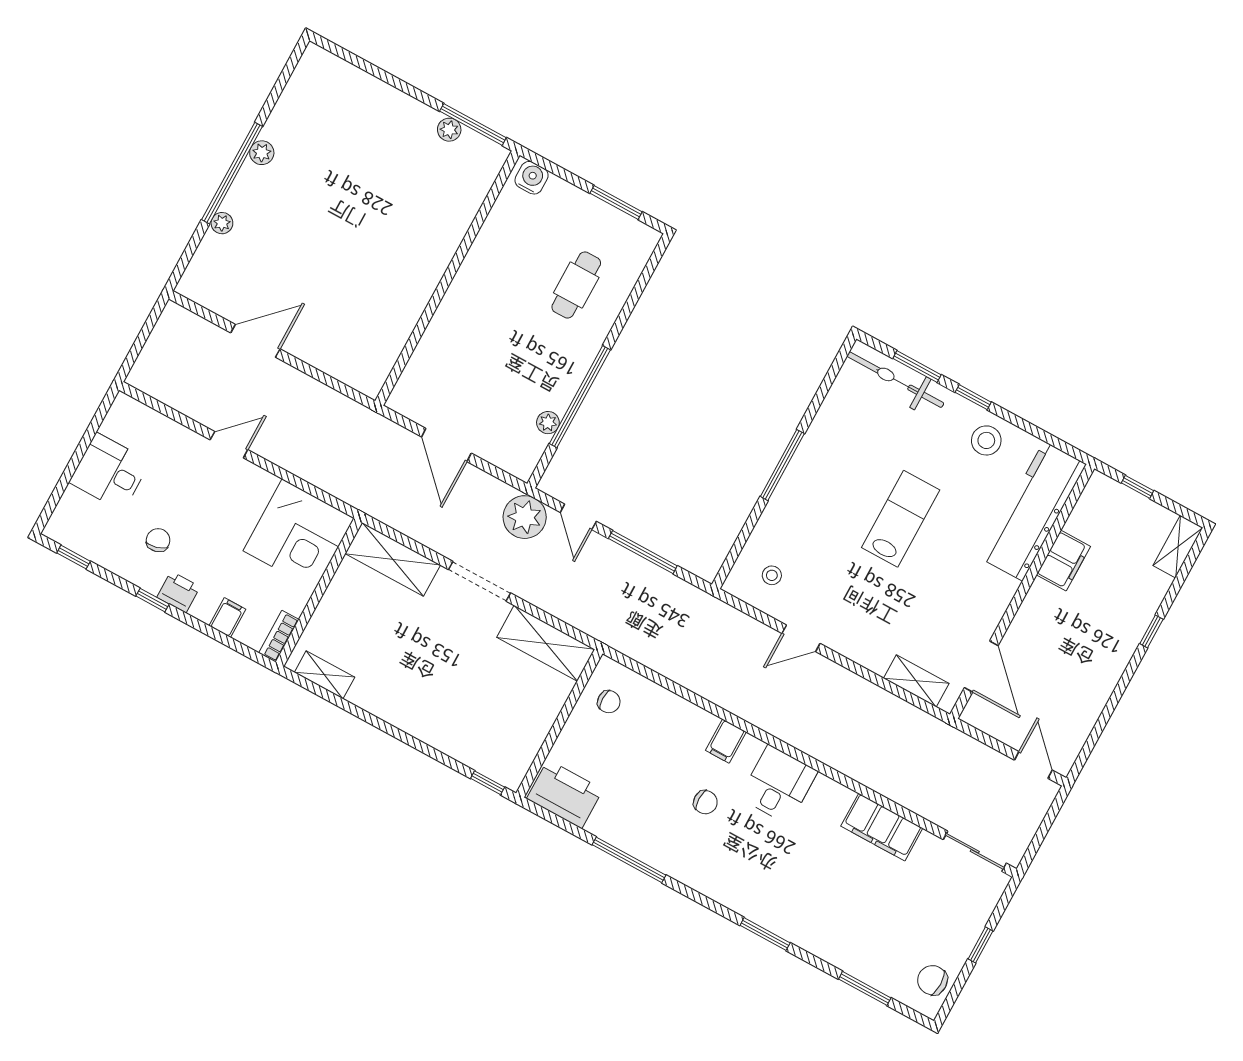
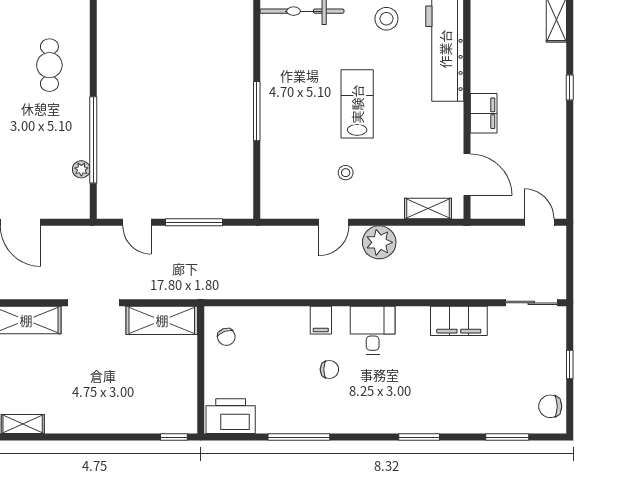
plant: (525, 517) -> (379, 242), moved
filing cabinet: (1063, 561) -> (484, 113), moved
stool: (772, 575) -> (346, 173), moved
chair: (609, 702) -> (226, 337), turned 70

